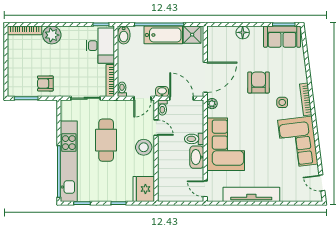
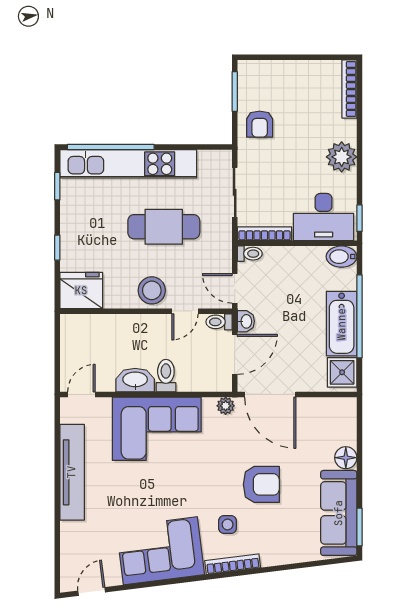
plant: (52, 35) -> (342, 157), moved
sofa: (282, 37) -> (339, 513), width x1.36
armchair: (45, 83) -> (260, 124), turned 180

